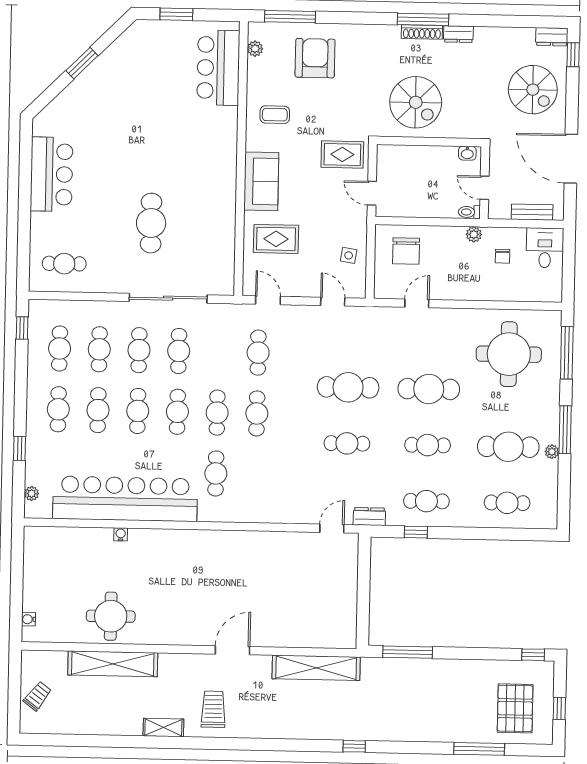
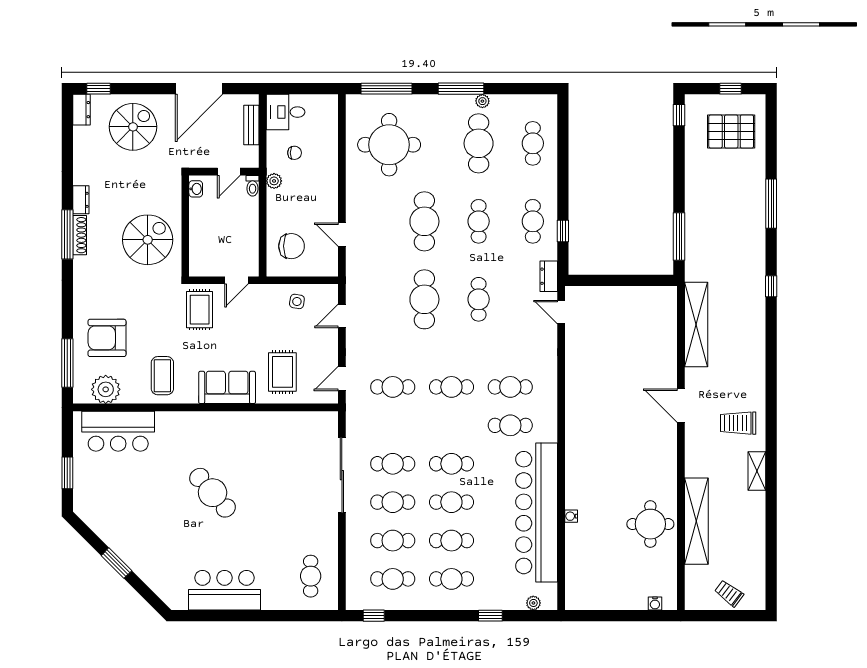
plant: (255, 49) -> (106, 389), width x1.88, depth x1.88
coffee table: (275, 115) -> (162, 376), width x1.36, depth x1.30
cafe table: (151, 223) -> (213, 493), moved, turned 49
cafe table: (217, 413) -> (510, 387), moved
window: (479, 749) -> (771, 204), moved

